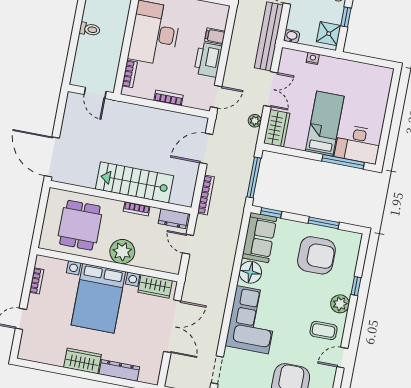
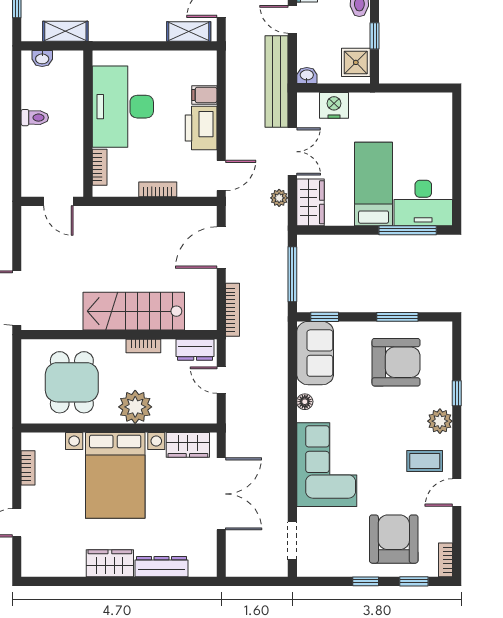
nightstand: (313, 58) -> (334, 105), width x1.89, depth x1.79
floor lamp: (250, 272) -> (305, 402), width x0.53, depth x0.53

